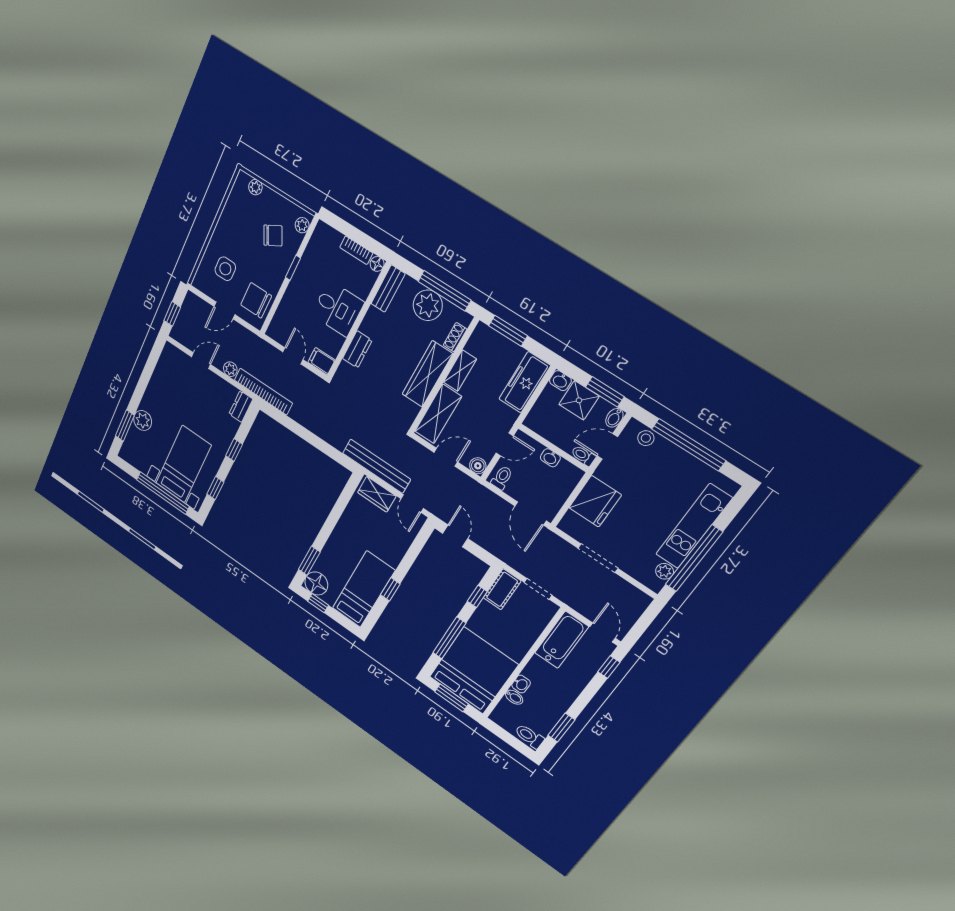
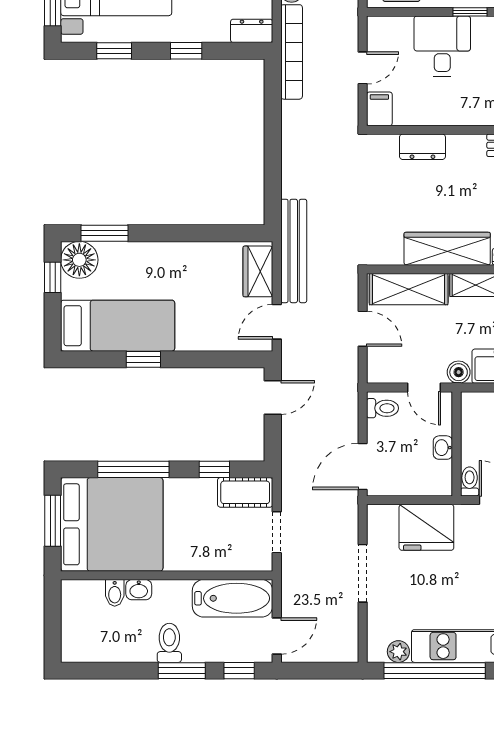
desk: (338, 309) -> (442, 46), moved, turned 180
boiler: (478, 466) -> (459, 372), moved
window: (561, 728) -> (182, 671), moved
toilet: (529, 736) -> (169, 643), moved

